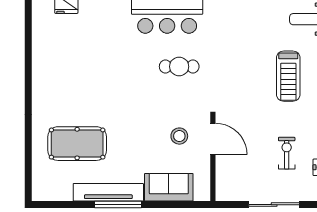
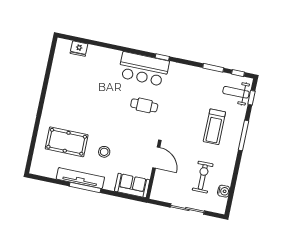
stool: (179, 136) -> (104, 152), moved
exercise bike: (287, 153) -> (203, 177), width x1.38, depth x1.39
sofa: (169, 187) -> (132, 185), moved

